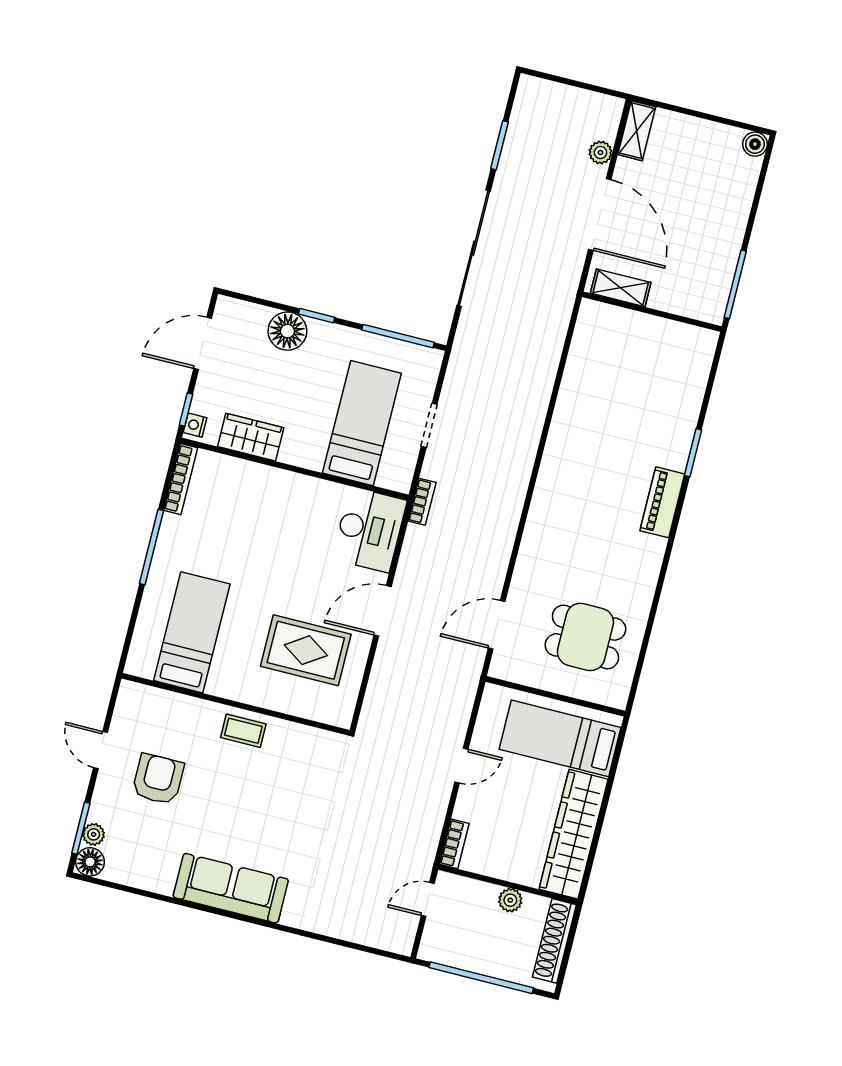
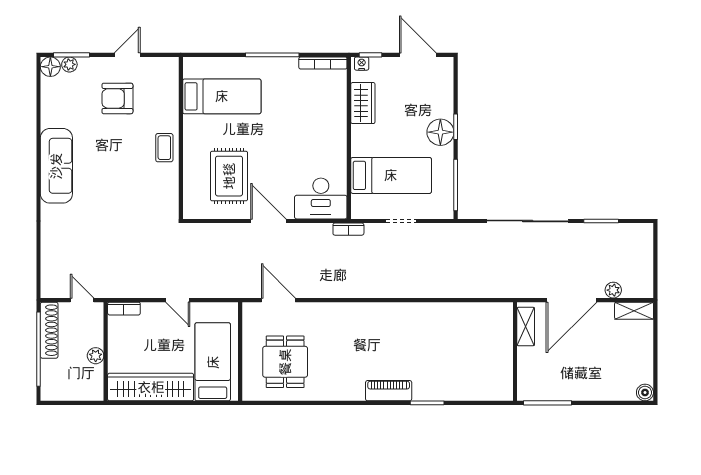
floor lamp: (287, 331) -> (440, 132), moved
armchair: (158, 779) -> (117, 98), turned 180
shoe rack: (554, 941) -> (49, 330), moved, turned 90

